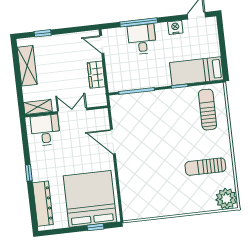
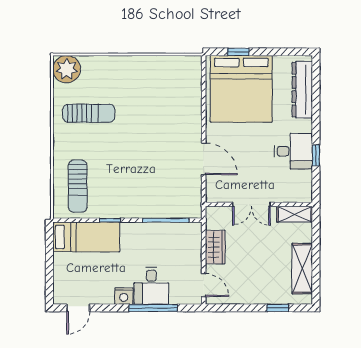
nightstand: (175, 27) -> (124, 296), moved
desk: (45, 130) -> (293, 151), moved, turned -90
window: (29, 173) -> (316, 155), moved

